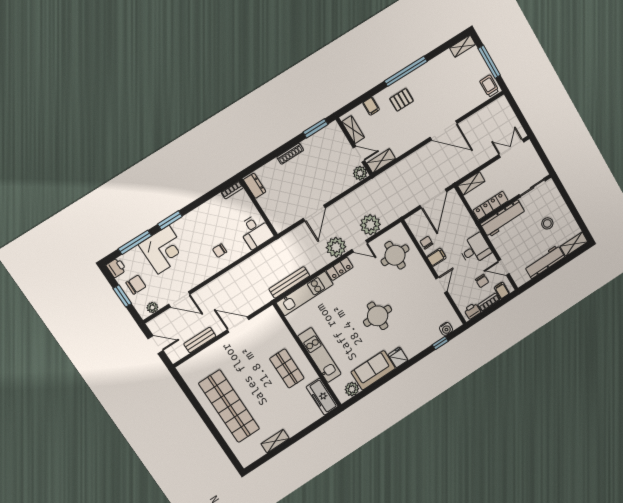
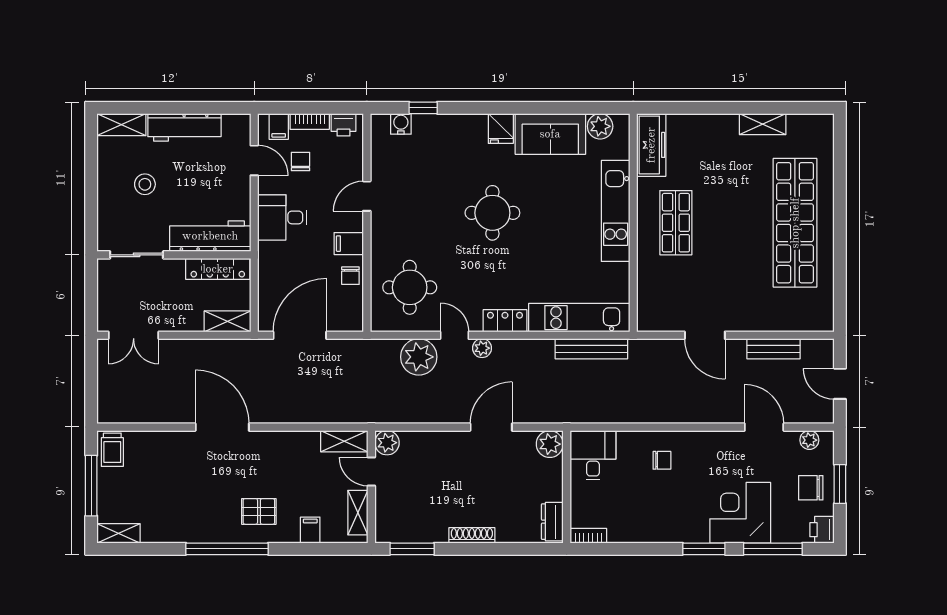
plant: (280, 223) -> (550, 444), added
plant: (336, 247) -> (482, 348), width x0.53, depth x0.53

